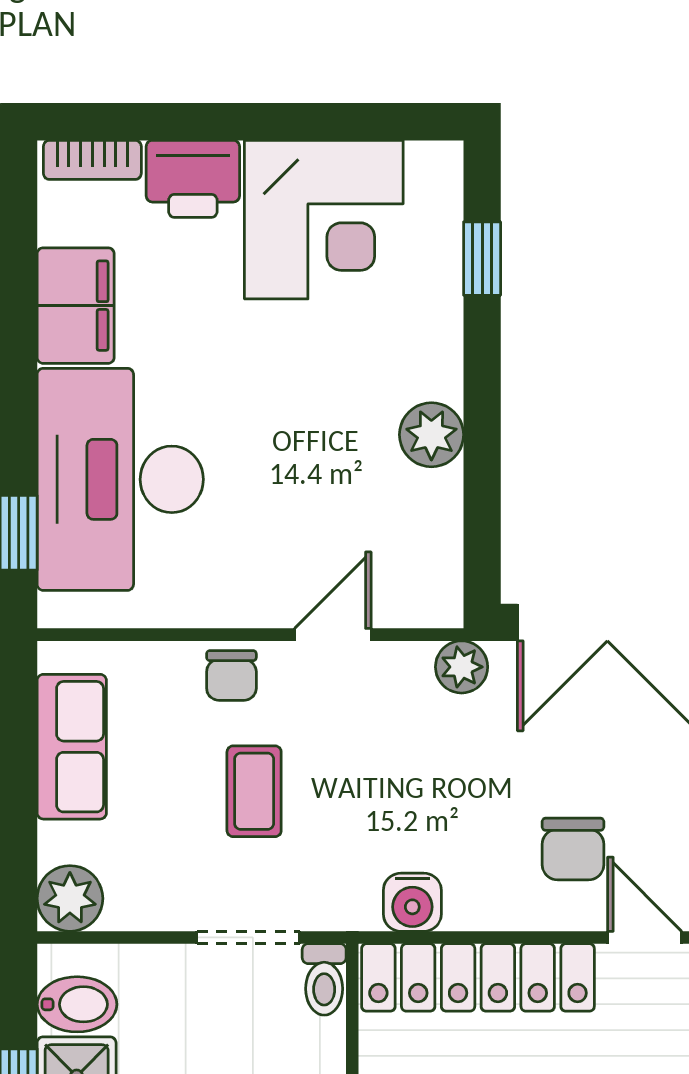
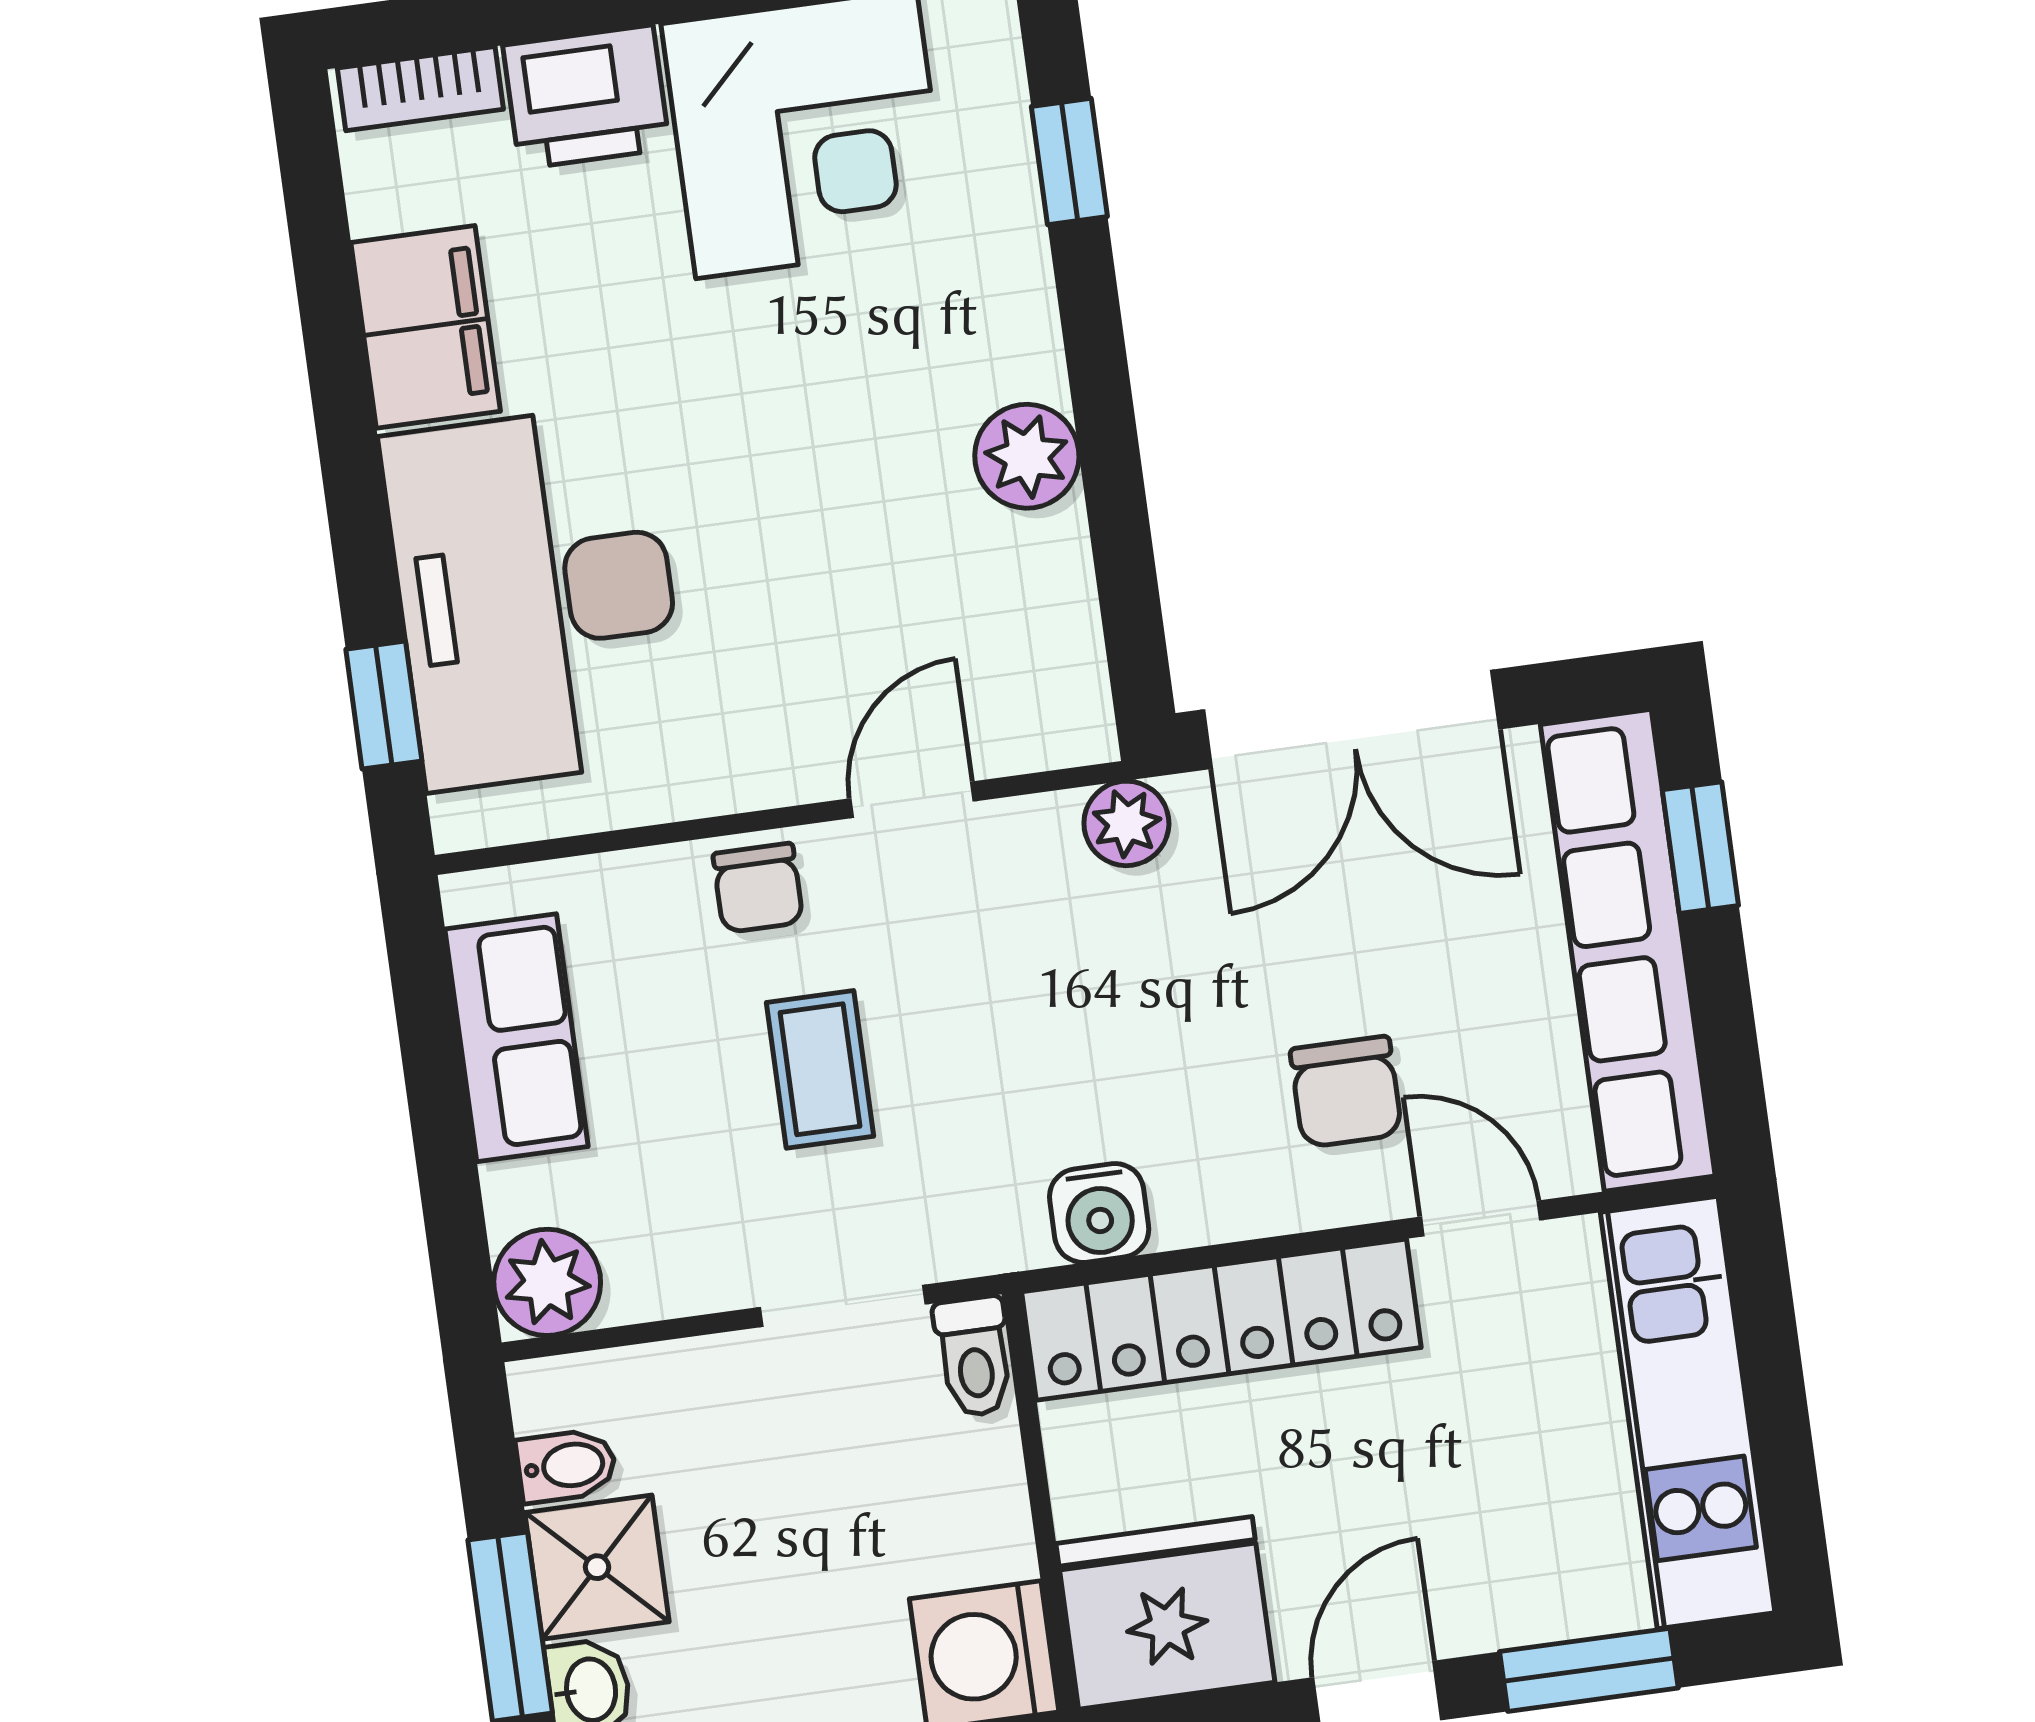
bidet: (77, 1004) -> (567, 1466), width x0.72, depth x0.74

